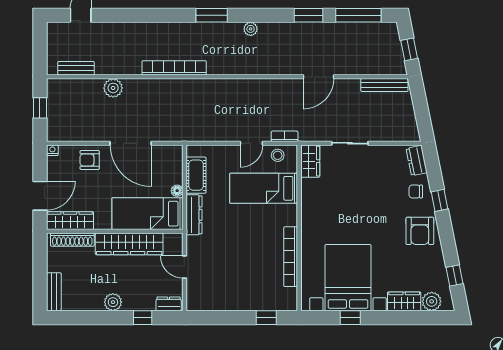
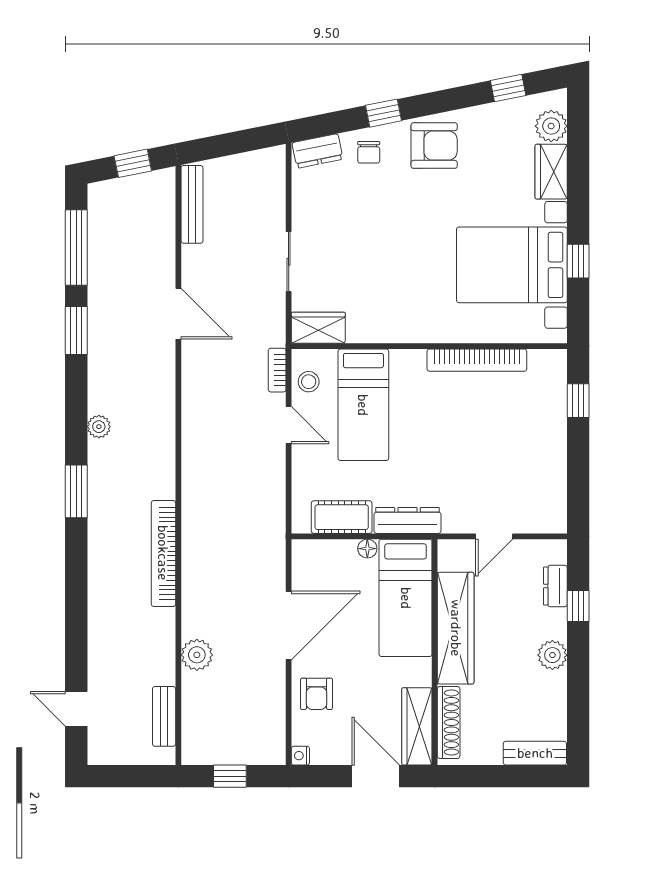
dresser: (169, 304) -> (555, 586), moved

